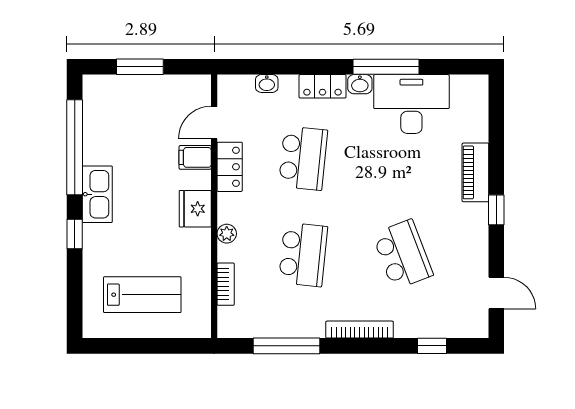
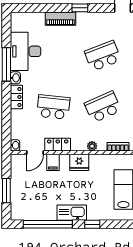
washbasin: (267, 83) -> (15, 145), moved
door: (214, 123) -> (35, 153), hinge flipped
school desk: (303, 255) -> (103, 107), turned -30

